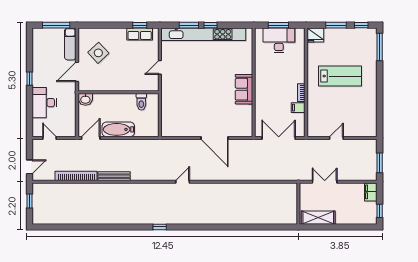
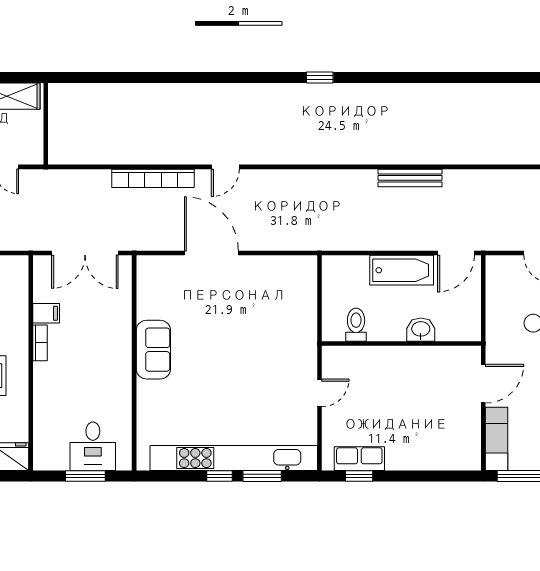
desk: (279, 40) -> (93, 446), width x0.73
side table: (98, 53) -> (441, 421), removed
washbasin: (85, 99) -> (421, 330), moved
bookcase: (76, 176) -> (153, 178), moved
door: (183, 182) -> (225, 167), moved

